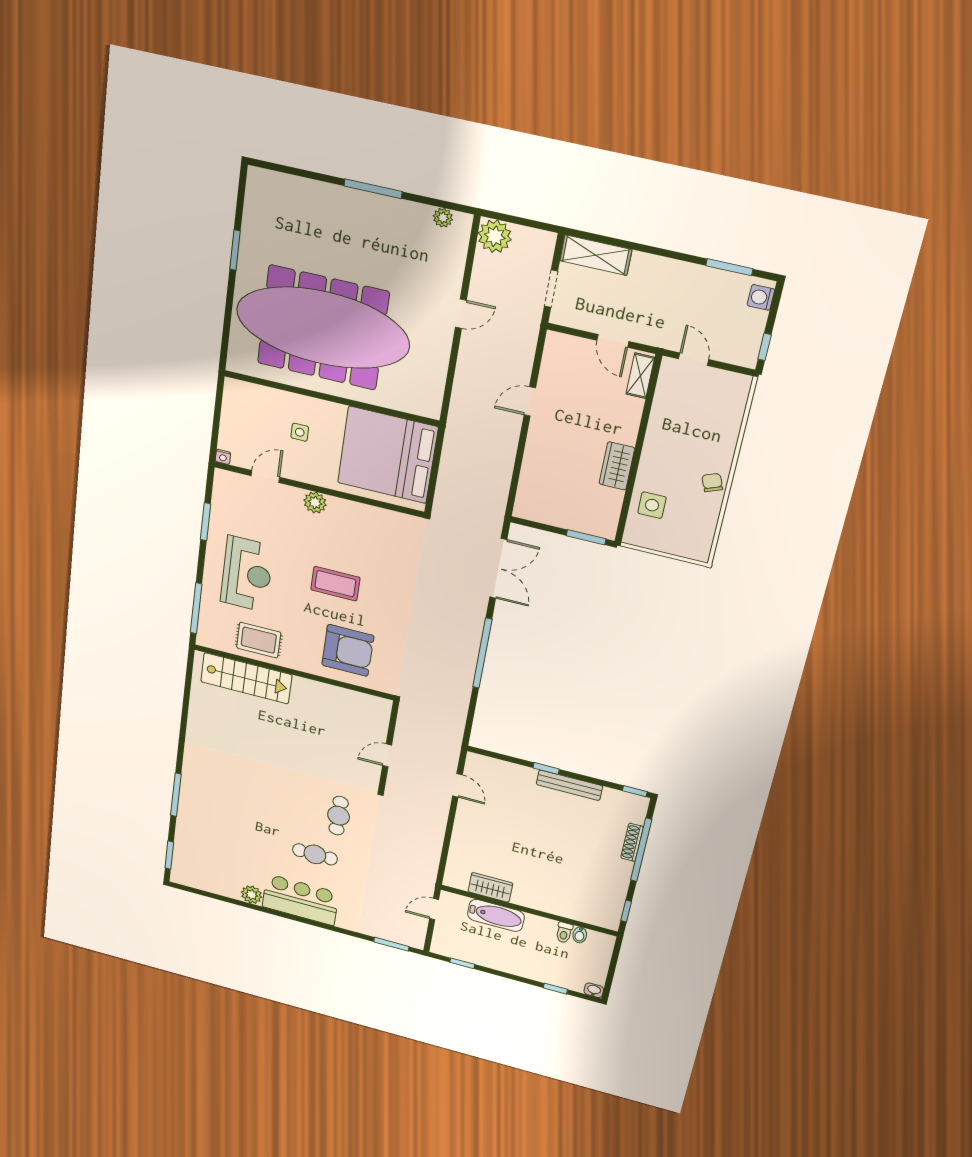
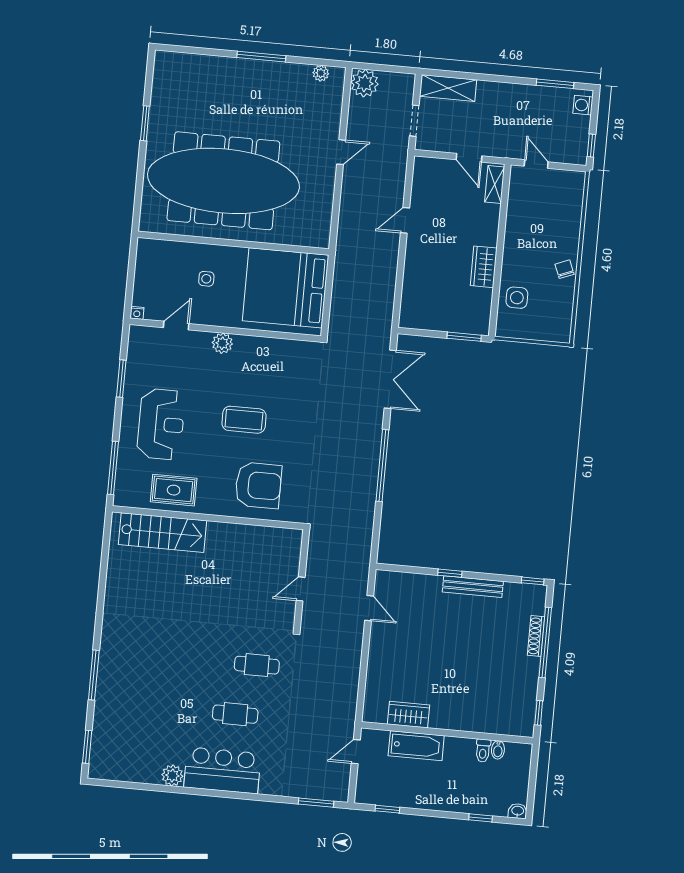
cafe table: (339, 816) -> (257, 665), turned 90

